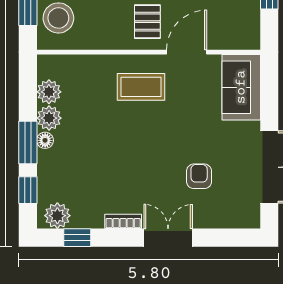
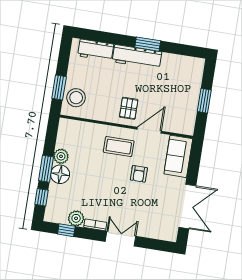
plant: (49, 92) -> (63, 141), removed
floor lamp: (45, 140) -> (60, 174), width x1.89, depth x1.89
armchair: (199, 176) -> (139, 174), moved, turned 180
plant: (57, 216) -> (76, 218), moved

